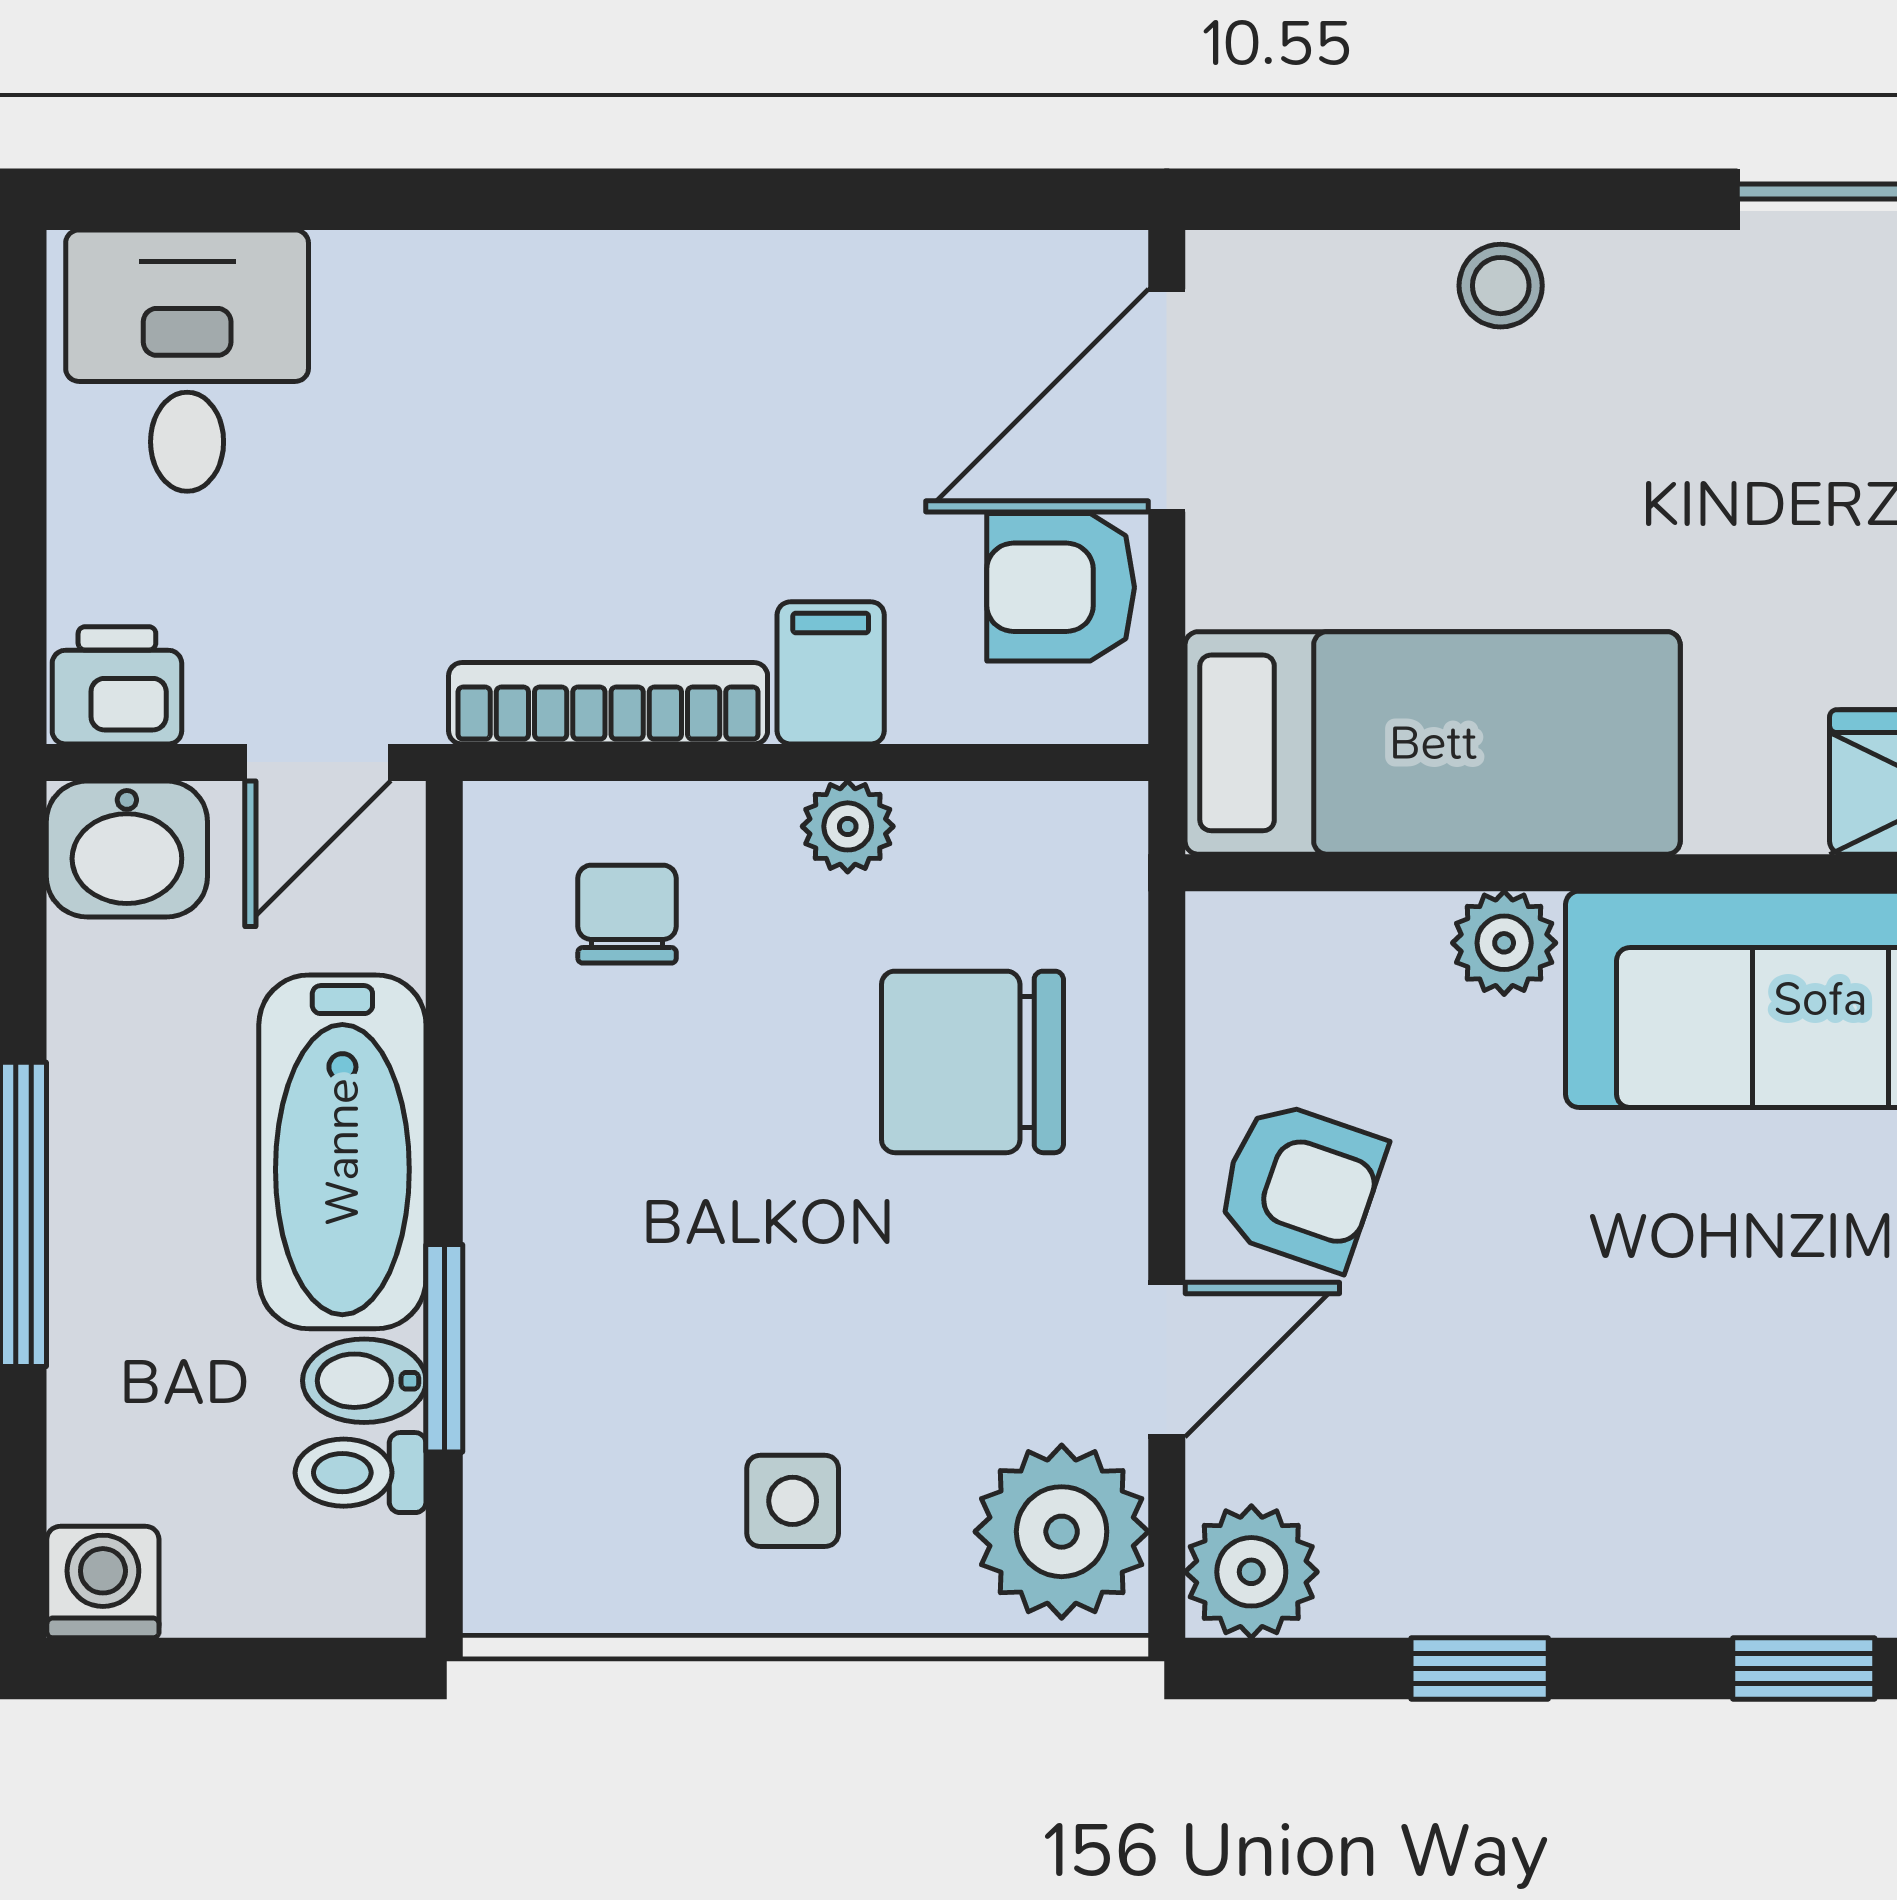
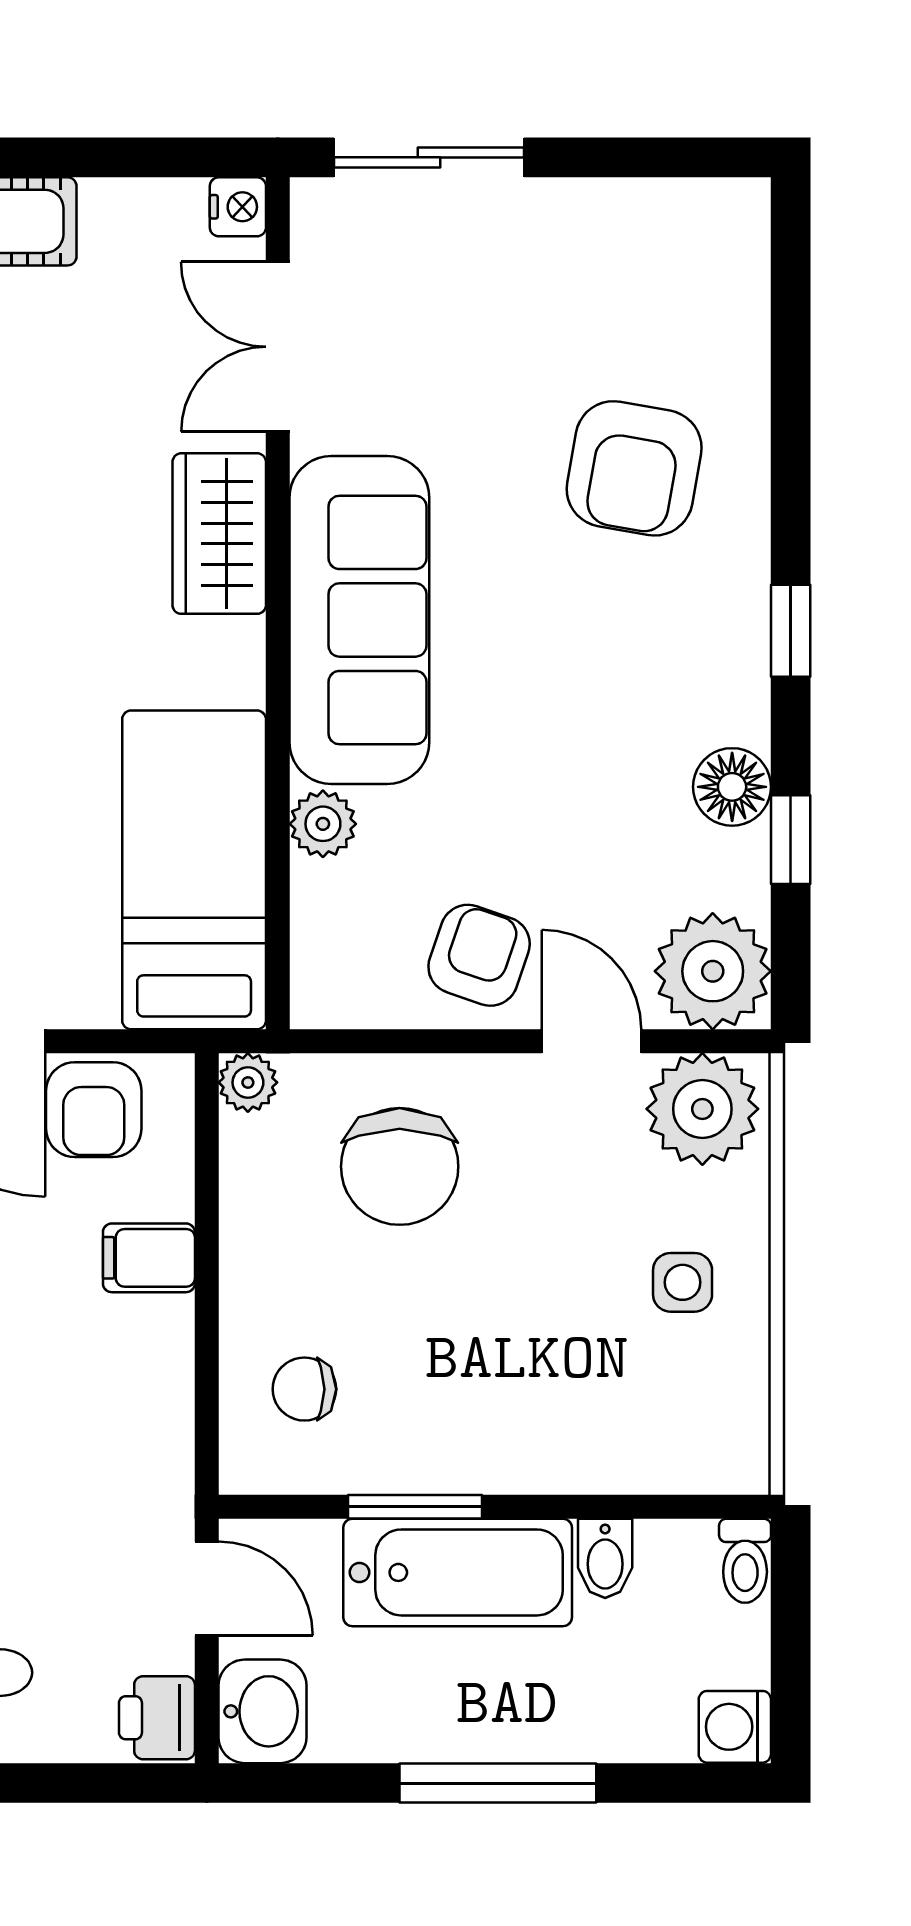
bookcase: (608, 703) -> (169, 1401), removed
plant: (848, 826) -> (248, 1082), moved
window: (444, 1348) -> (415, 1507), moved
toilet: (361, 1473) -> (745, 1561), moved
plant: (1251, 1572) -> (713, 971), width x1.36, depth x1.36
floor lamp: (1561, 1578) -> (732, 787), added

